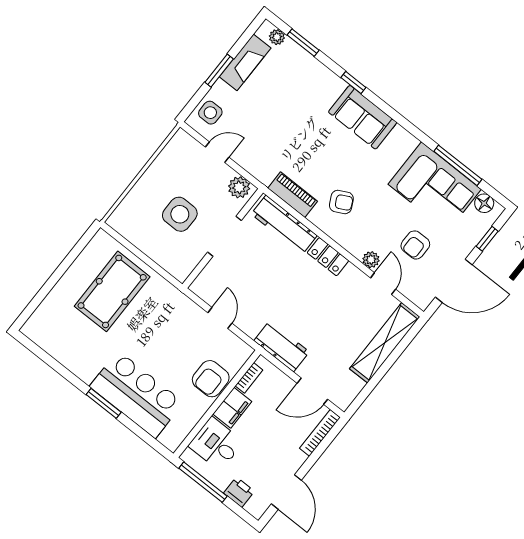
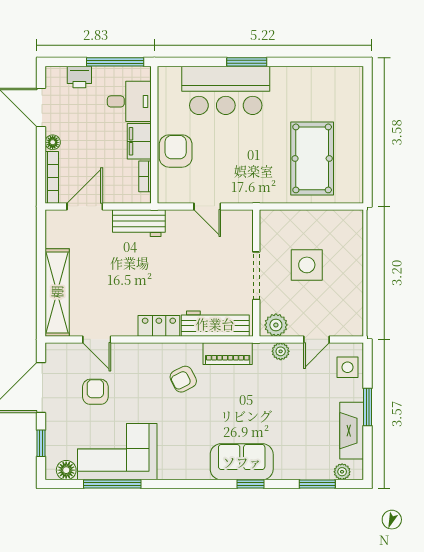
sofa: (363, 117) -> (242, 462), moved
plant: (371, 260) -> (281, 351), moved
floor lamp: (298, 459) -> (53, 142), added

